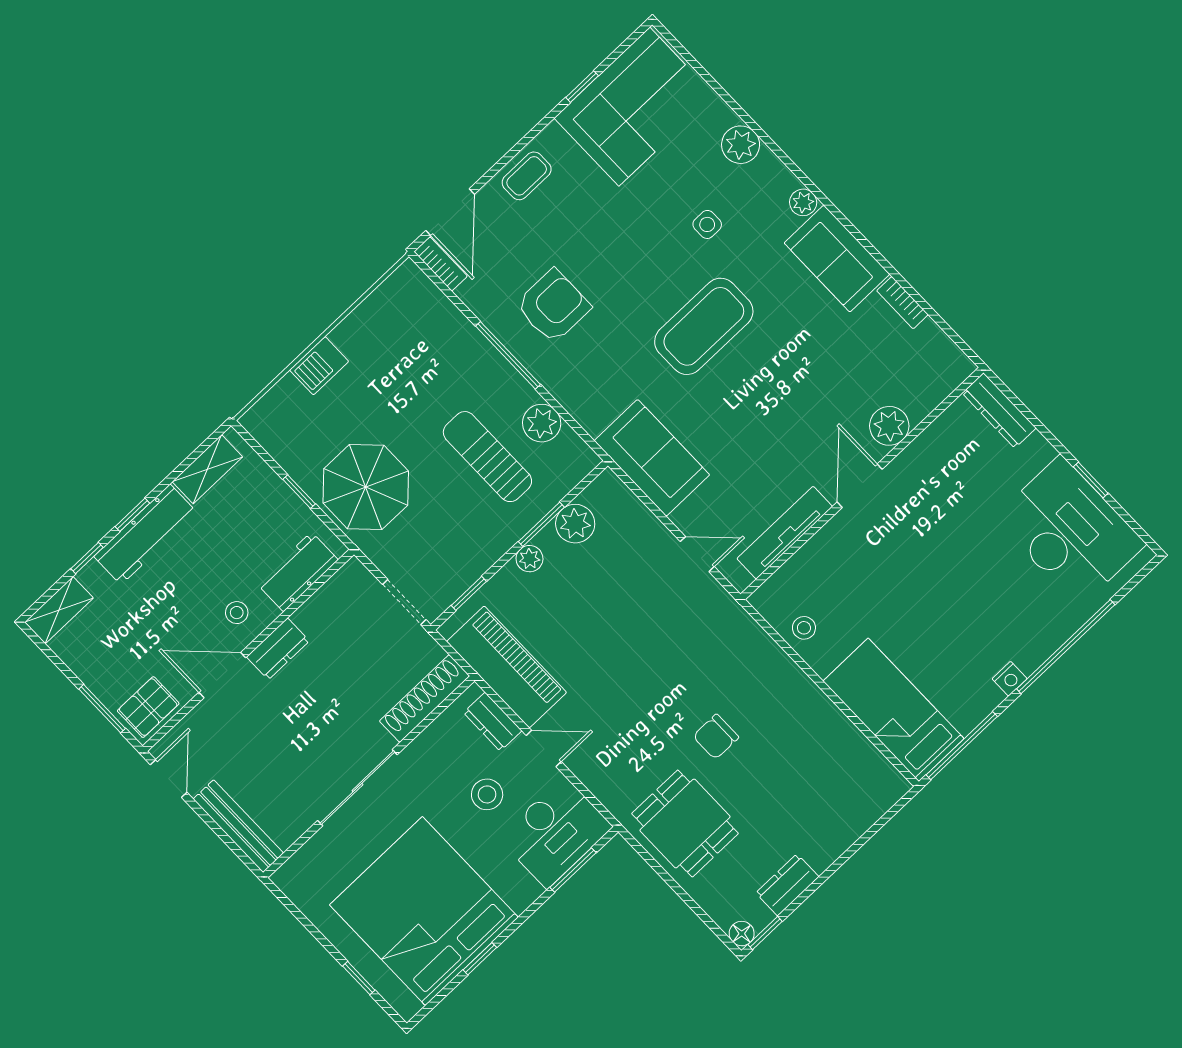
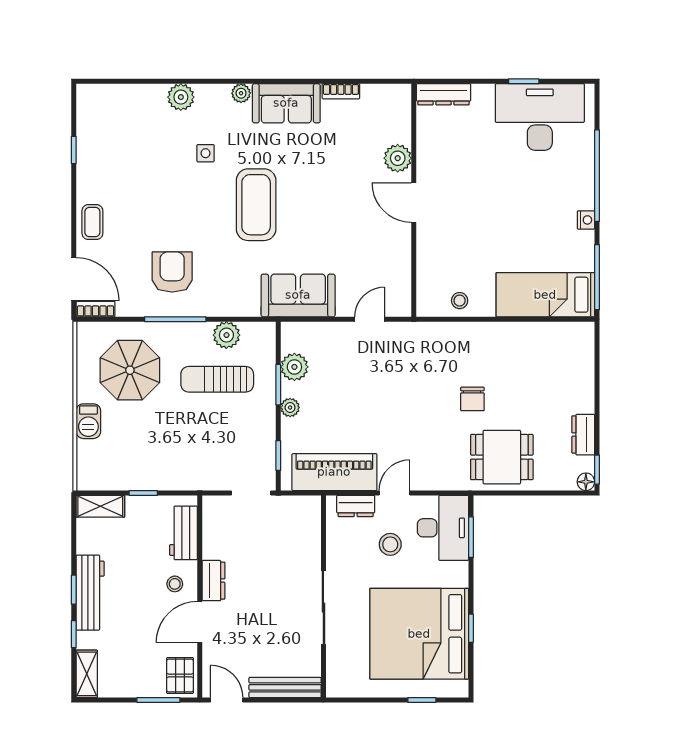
corner sofa: (634, 107) -> (109, 133), removed
shelving: (207, 469) -> (100, 506), moved, turned 90
parasol: (366, 487) -> (130, 370), moved
tv unit: (785, 533) -> (401, 264), removed
shoe rack: (425, 698) -> (310, 530), removed

